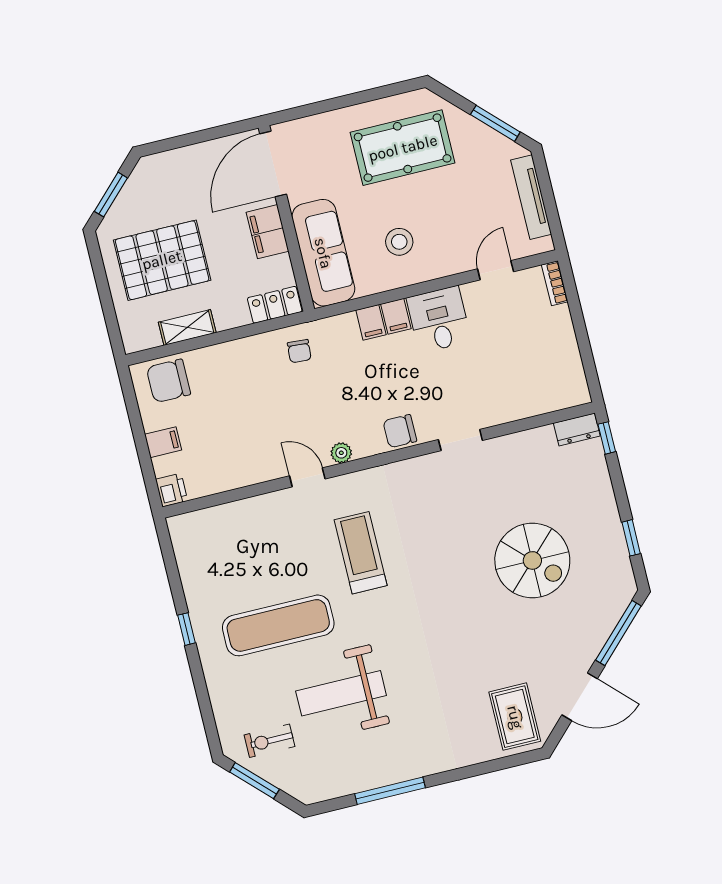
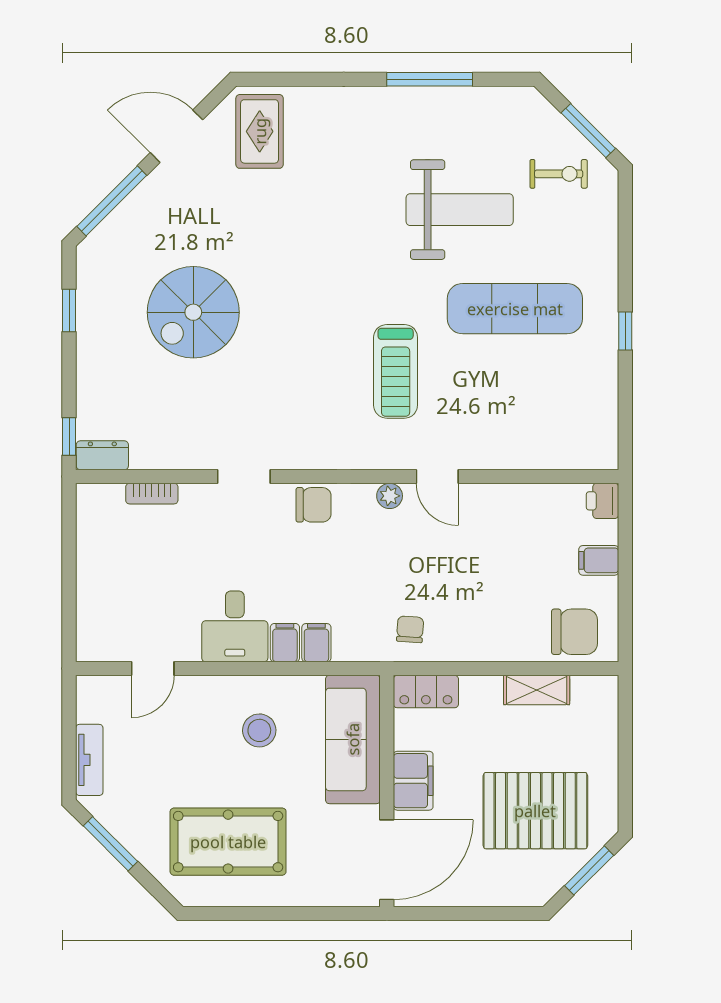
tv unit: (531, 197) -> (89, 760), width x0.71
pallet: (162, 260) -> (535, 811), moved
bookcase: (555, 283) -> (152, 494), moved, turned 90
spiral stairs: (532, 560) -> (193, 312), turned -90

